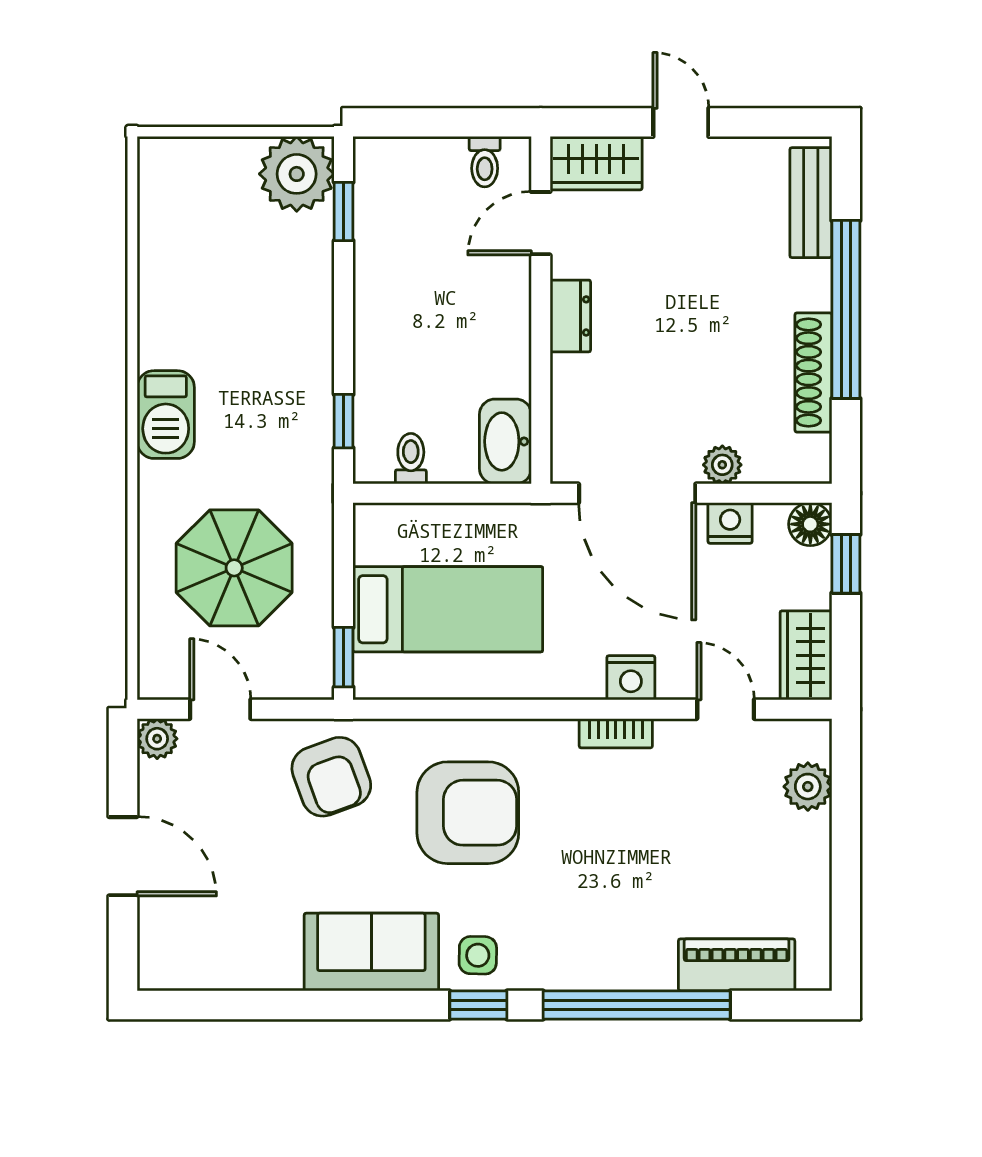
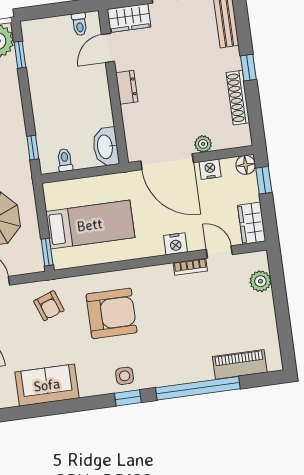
window: (846, 309) -> (248, 68), width x0.32
bookcase: (616, 733) -> (190, 267), moved
armchair: (331, 777) -> (49, 306), width x0.72, depth x0.72
sofa: (371, 952) -> (47, 385), moved

